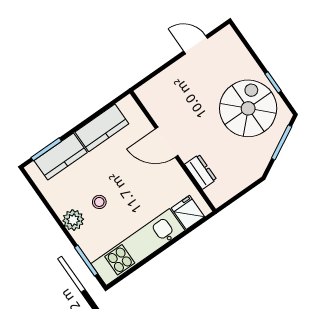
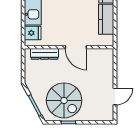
door: (167, 142) -> (76, 47), swing flipped
dresser: (201, 172) -> (44, 54), width x1.44

